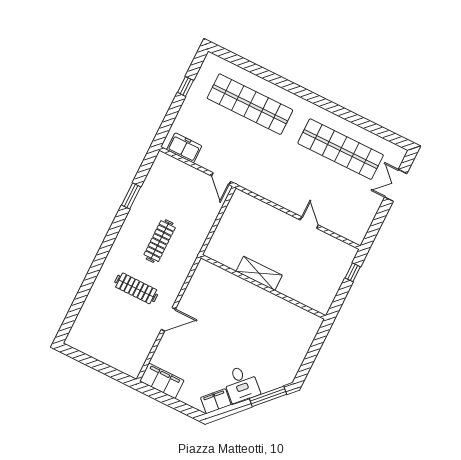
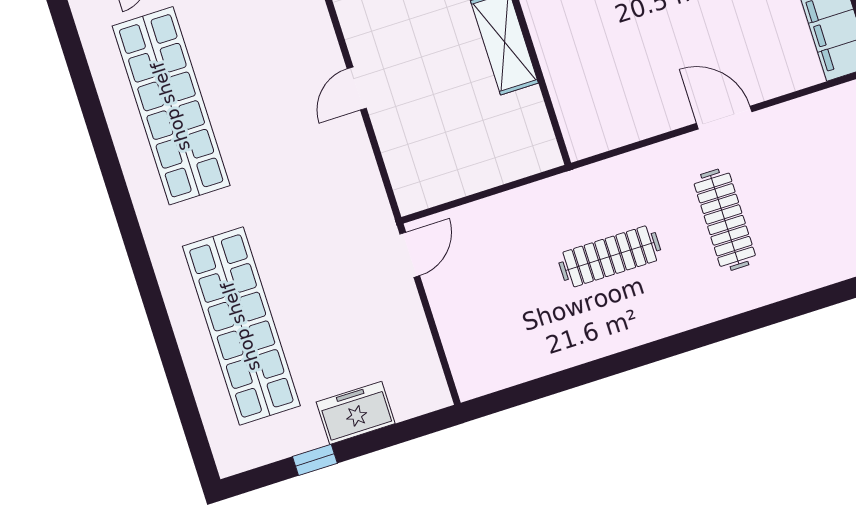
freezer: (184, 148) -> (356, 413), moved, turned 90
window: (131, 196) -> (581, 375), removed
door: (309, 223) -> (357, 88), moved

